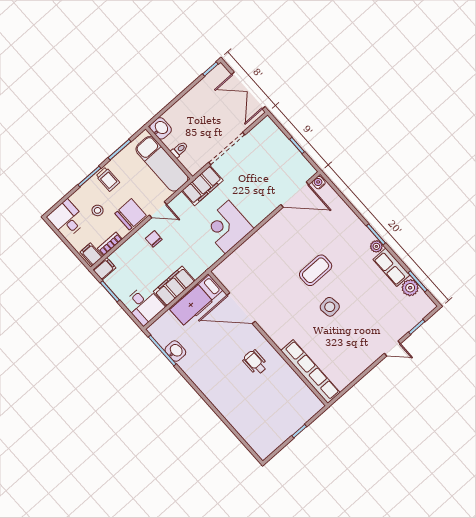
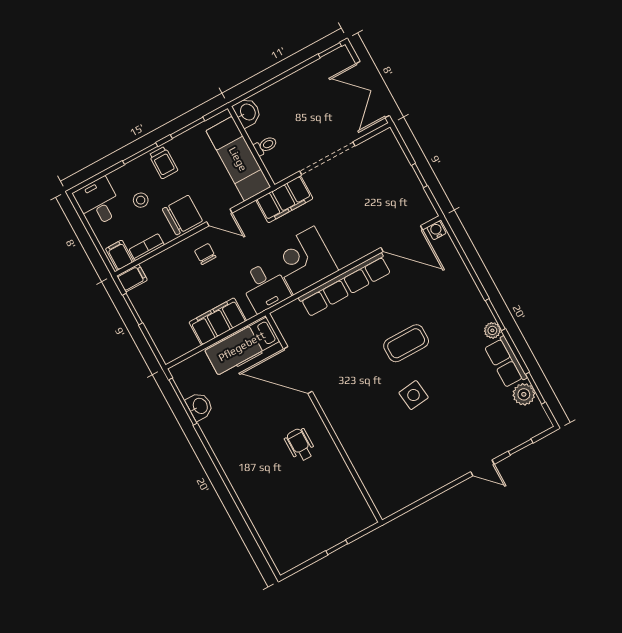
desk: (144, 305) -> (265, 287), moved
row of seats: (311, 372) -> (345, 285), moved, turned 90

